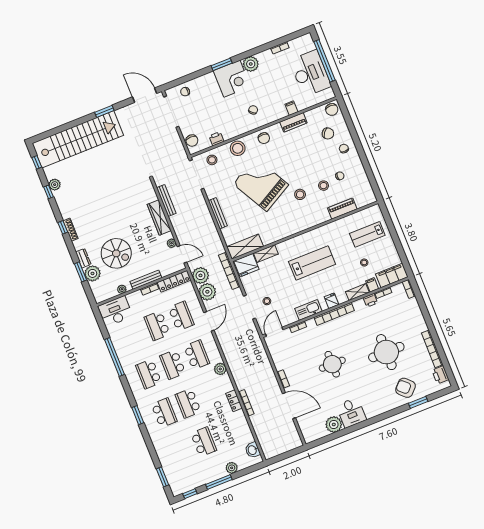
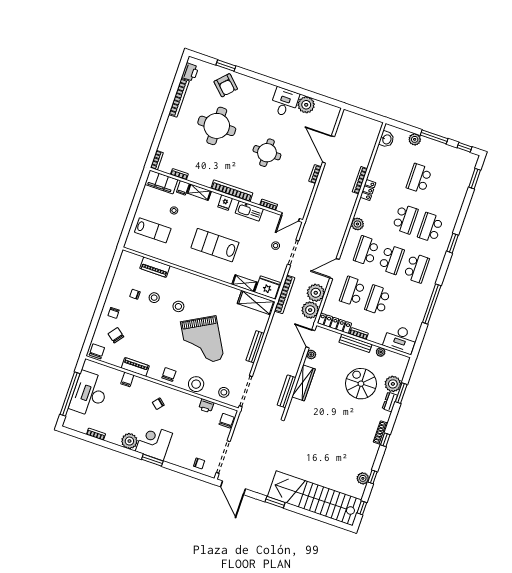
printer: (370, 300) -> (195, 177), removed
school desk: (157, 326) -> (378, 300), turned 180

